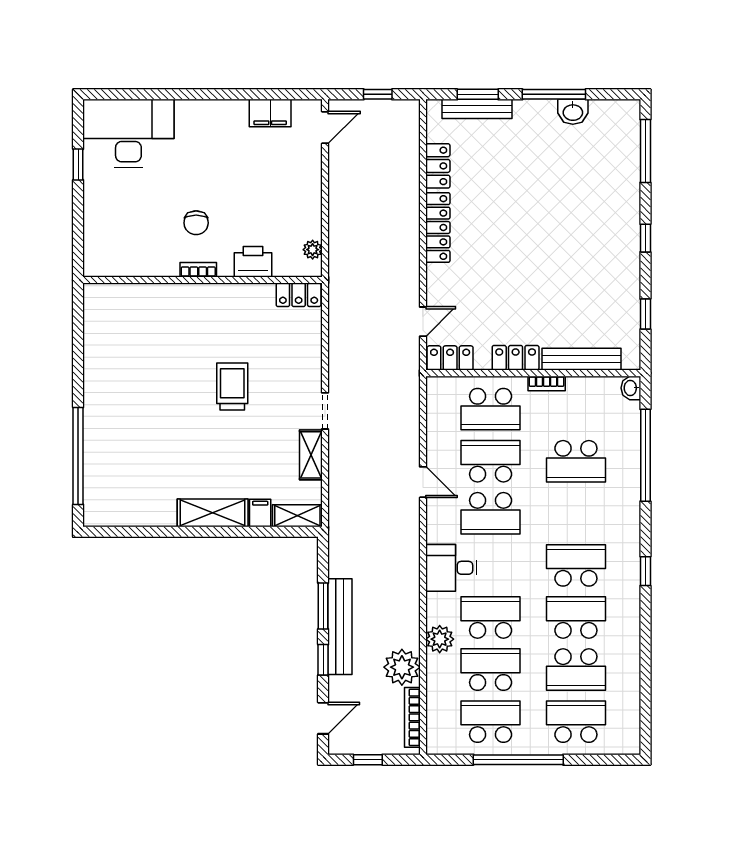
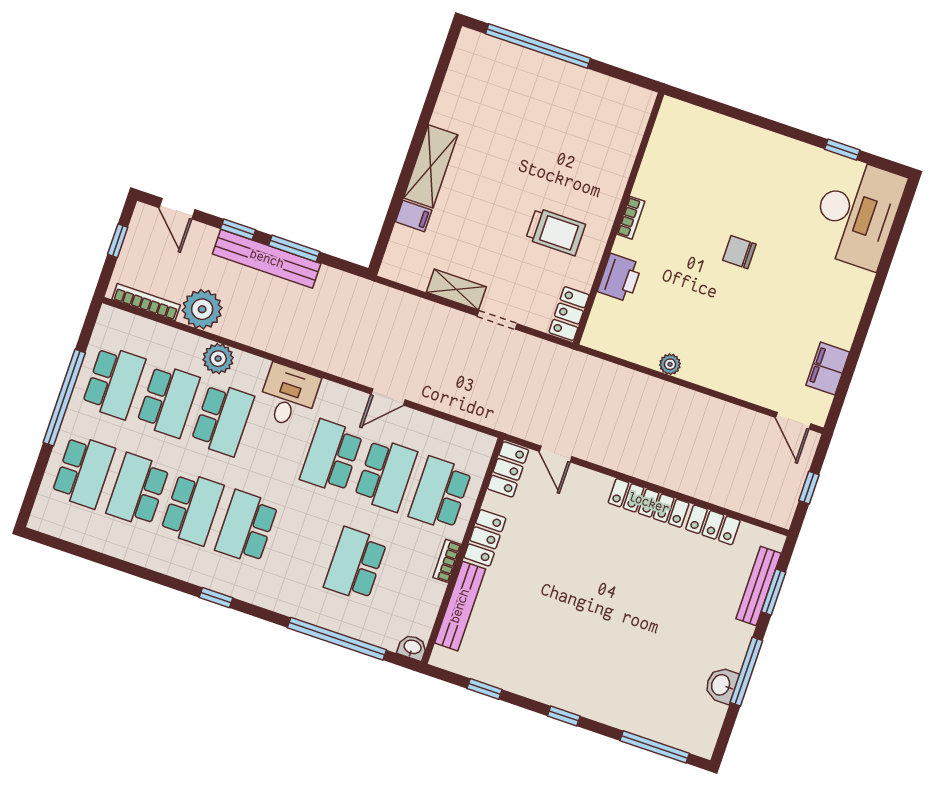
printer: (253, 262) -> (620, 278), moved
bookcase: (198, 270) -> (631, 218), moved
wall: (202, 280) -> (619, 219), moved
locker: (299, 295) -> (569, 314), moved
shelving: (297, 516) -> (397, 254), removed
school desk: (576, 565) -> (247, 527), turned 180

